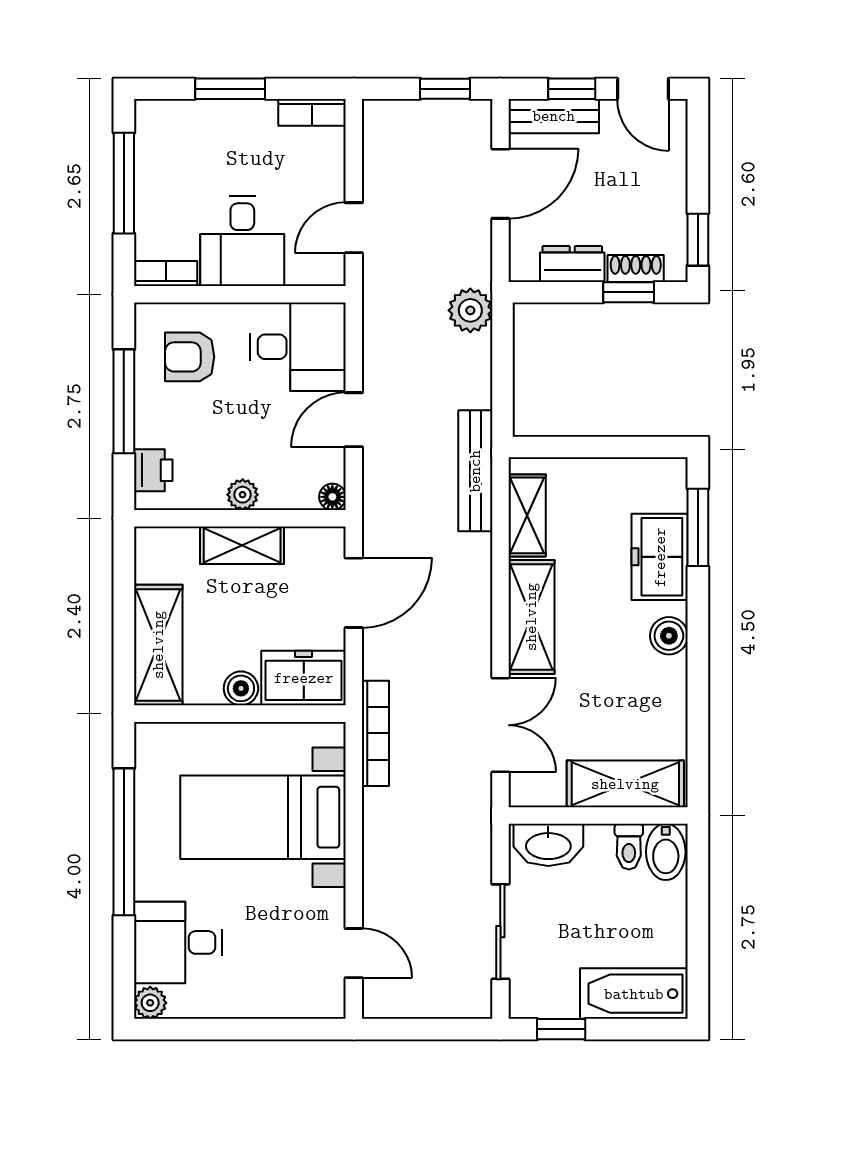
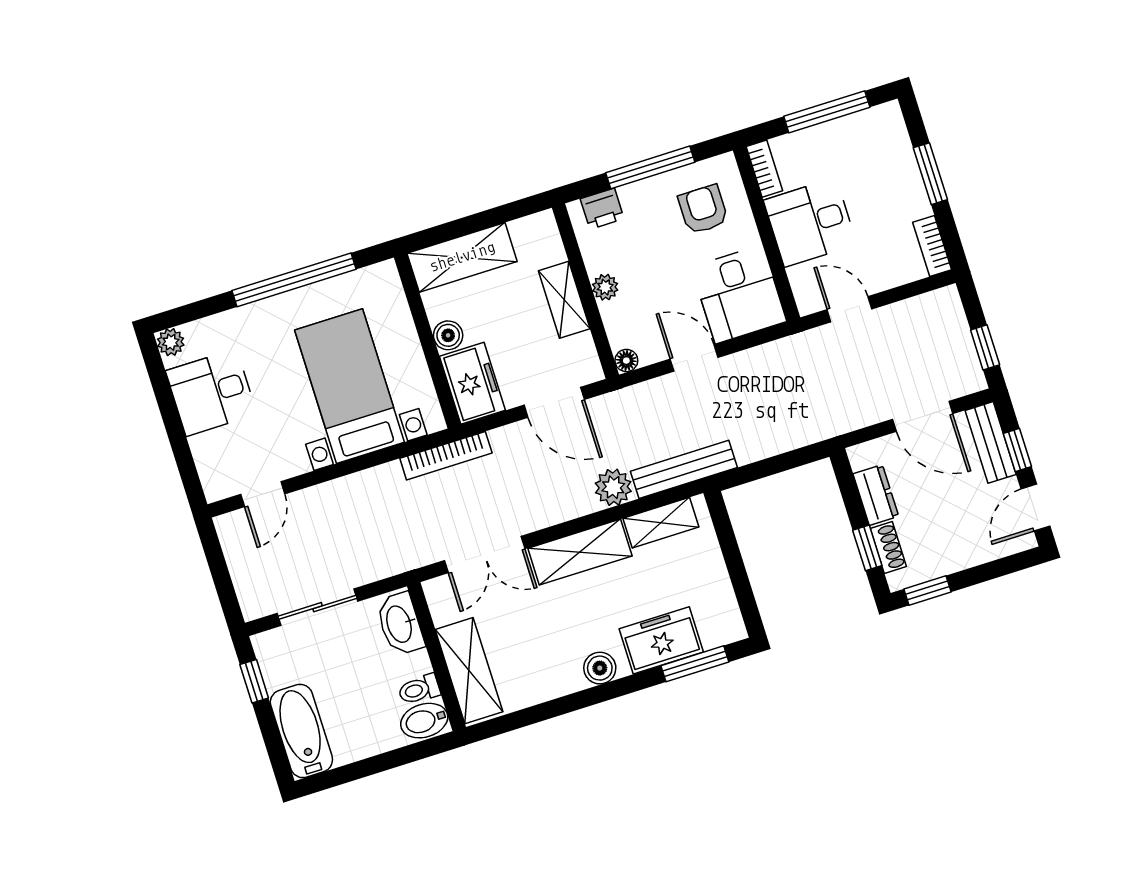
plant: (470, 310) -> (613, 487), moved
desk: (178, 942) -> (211, 392), moved, turned -90

